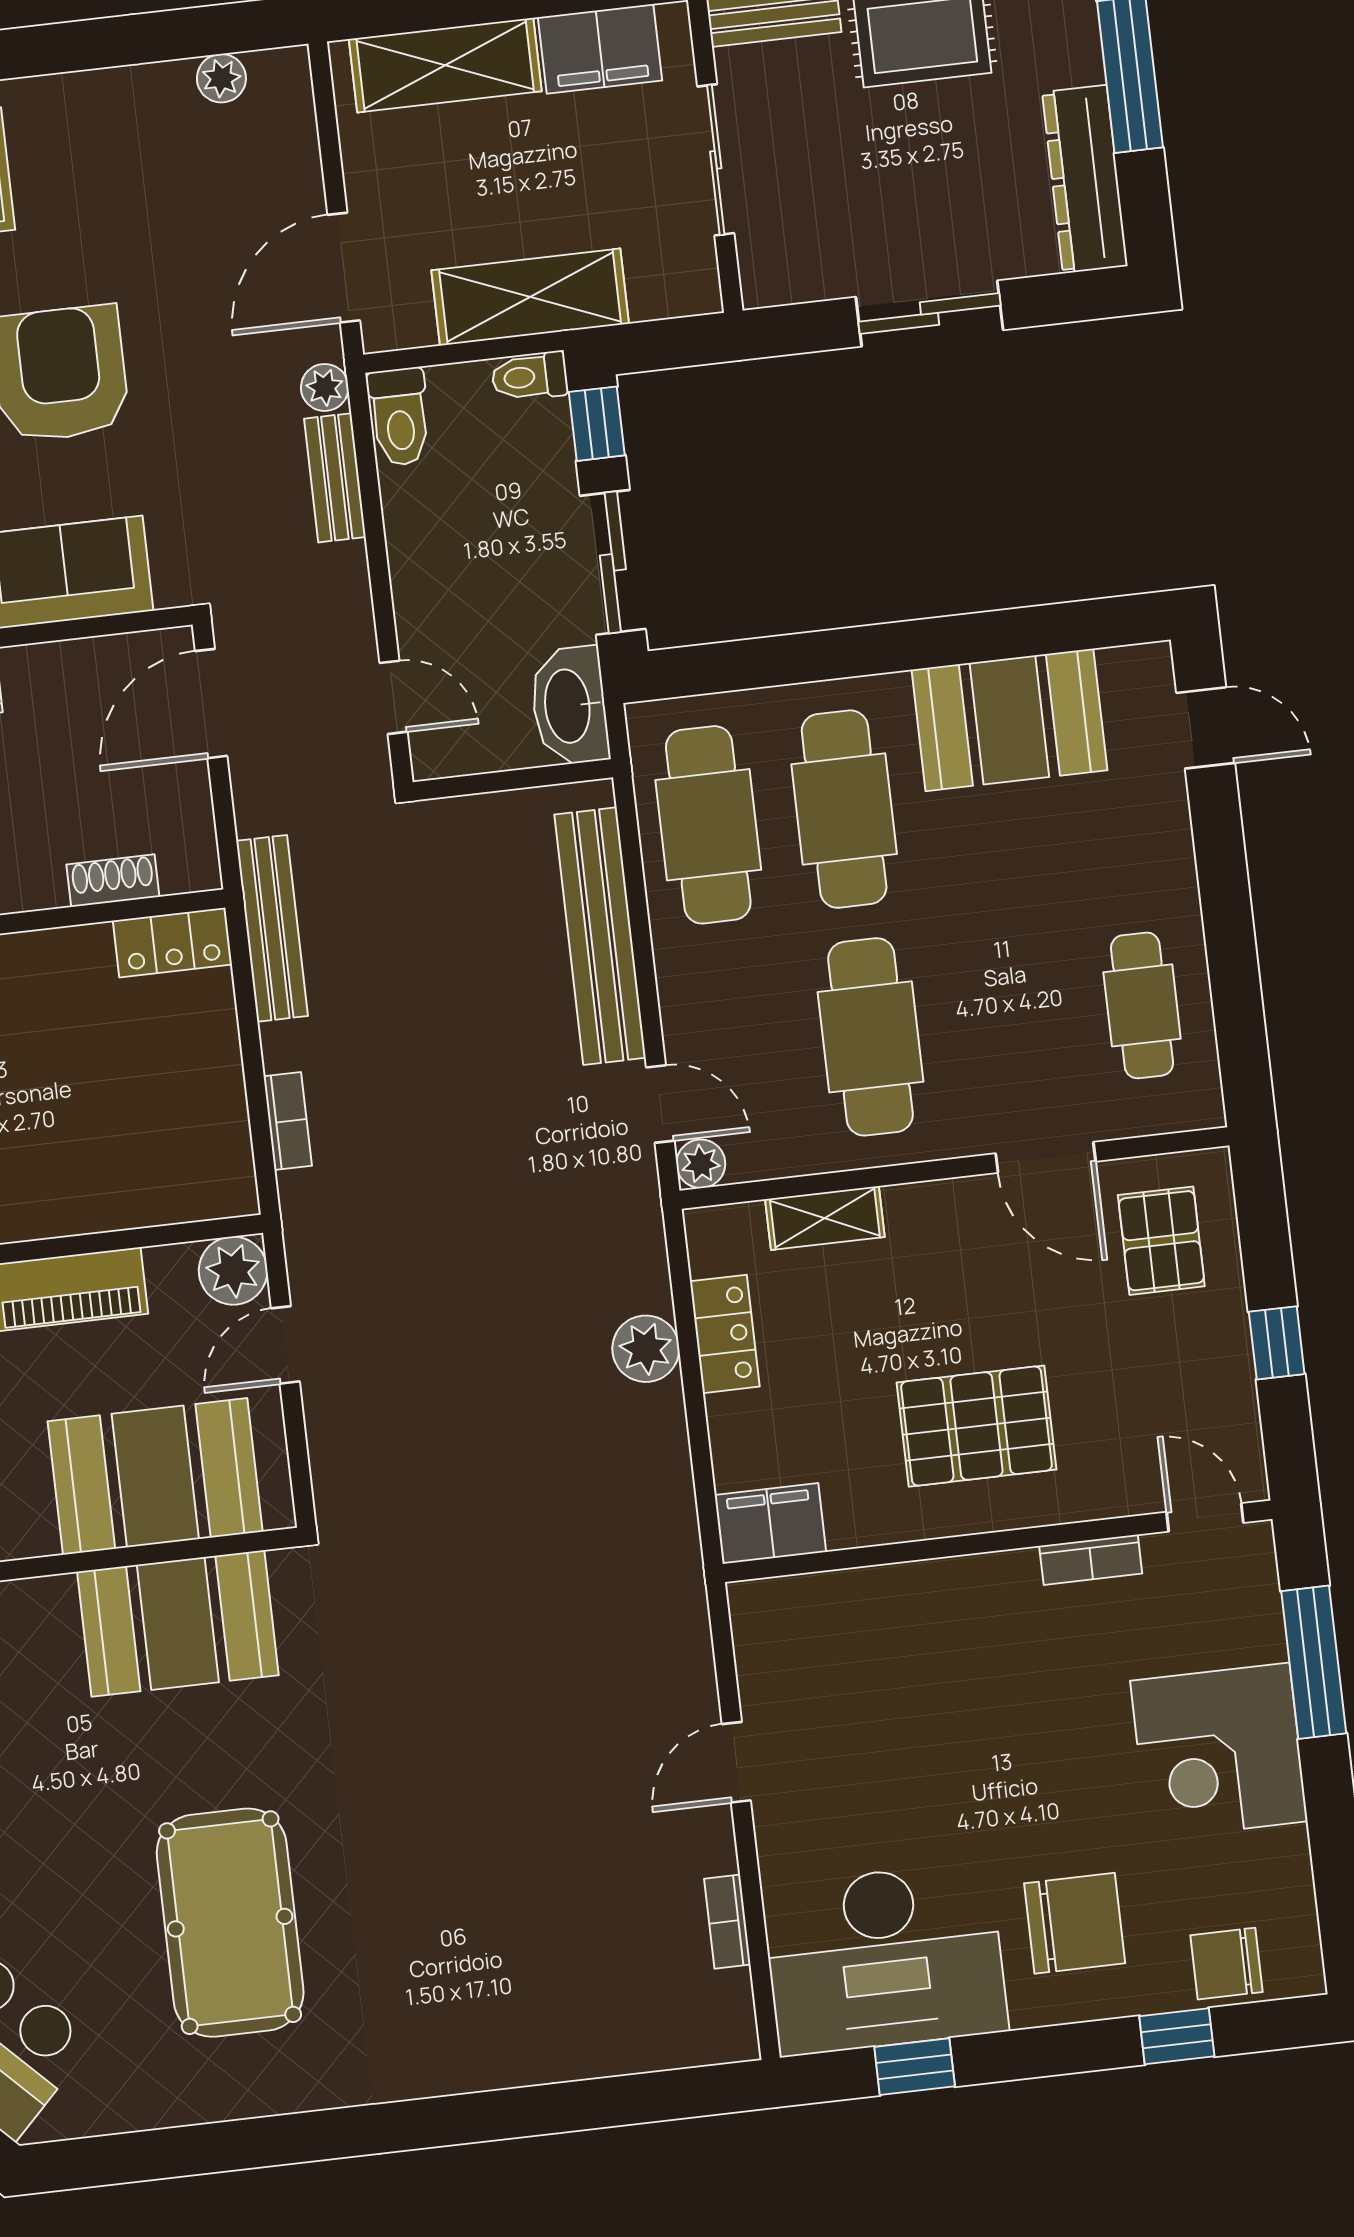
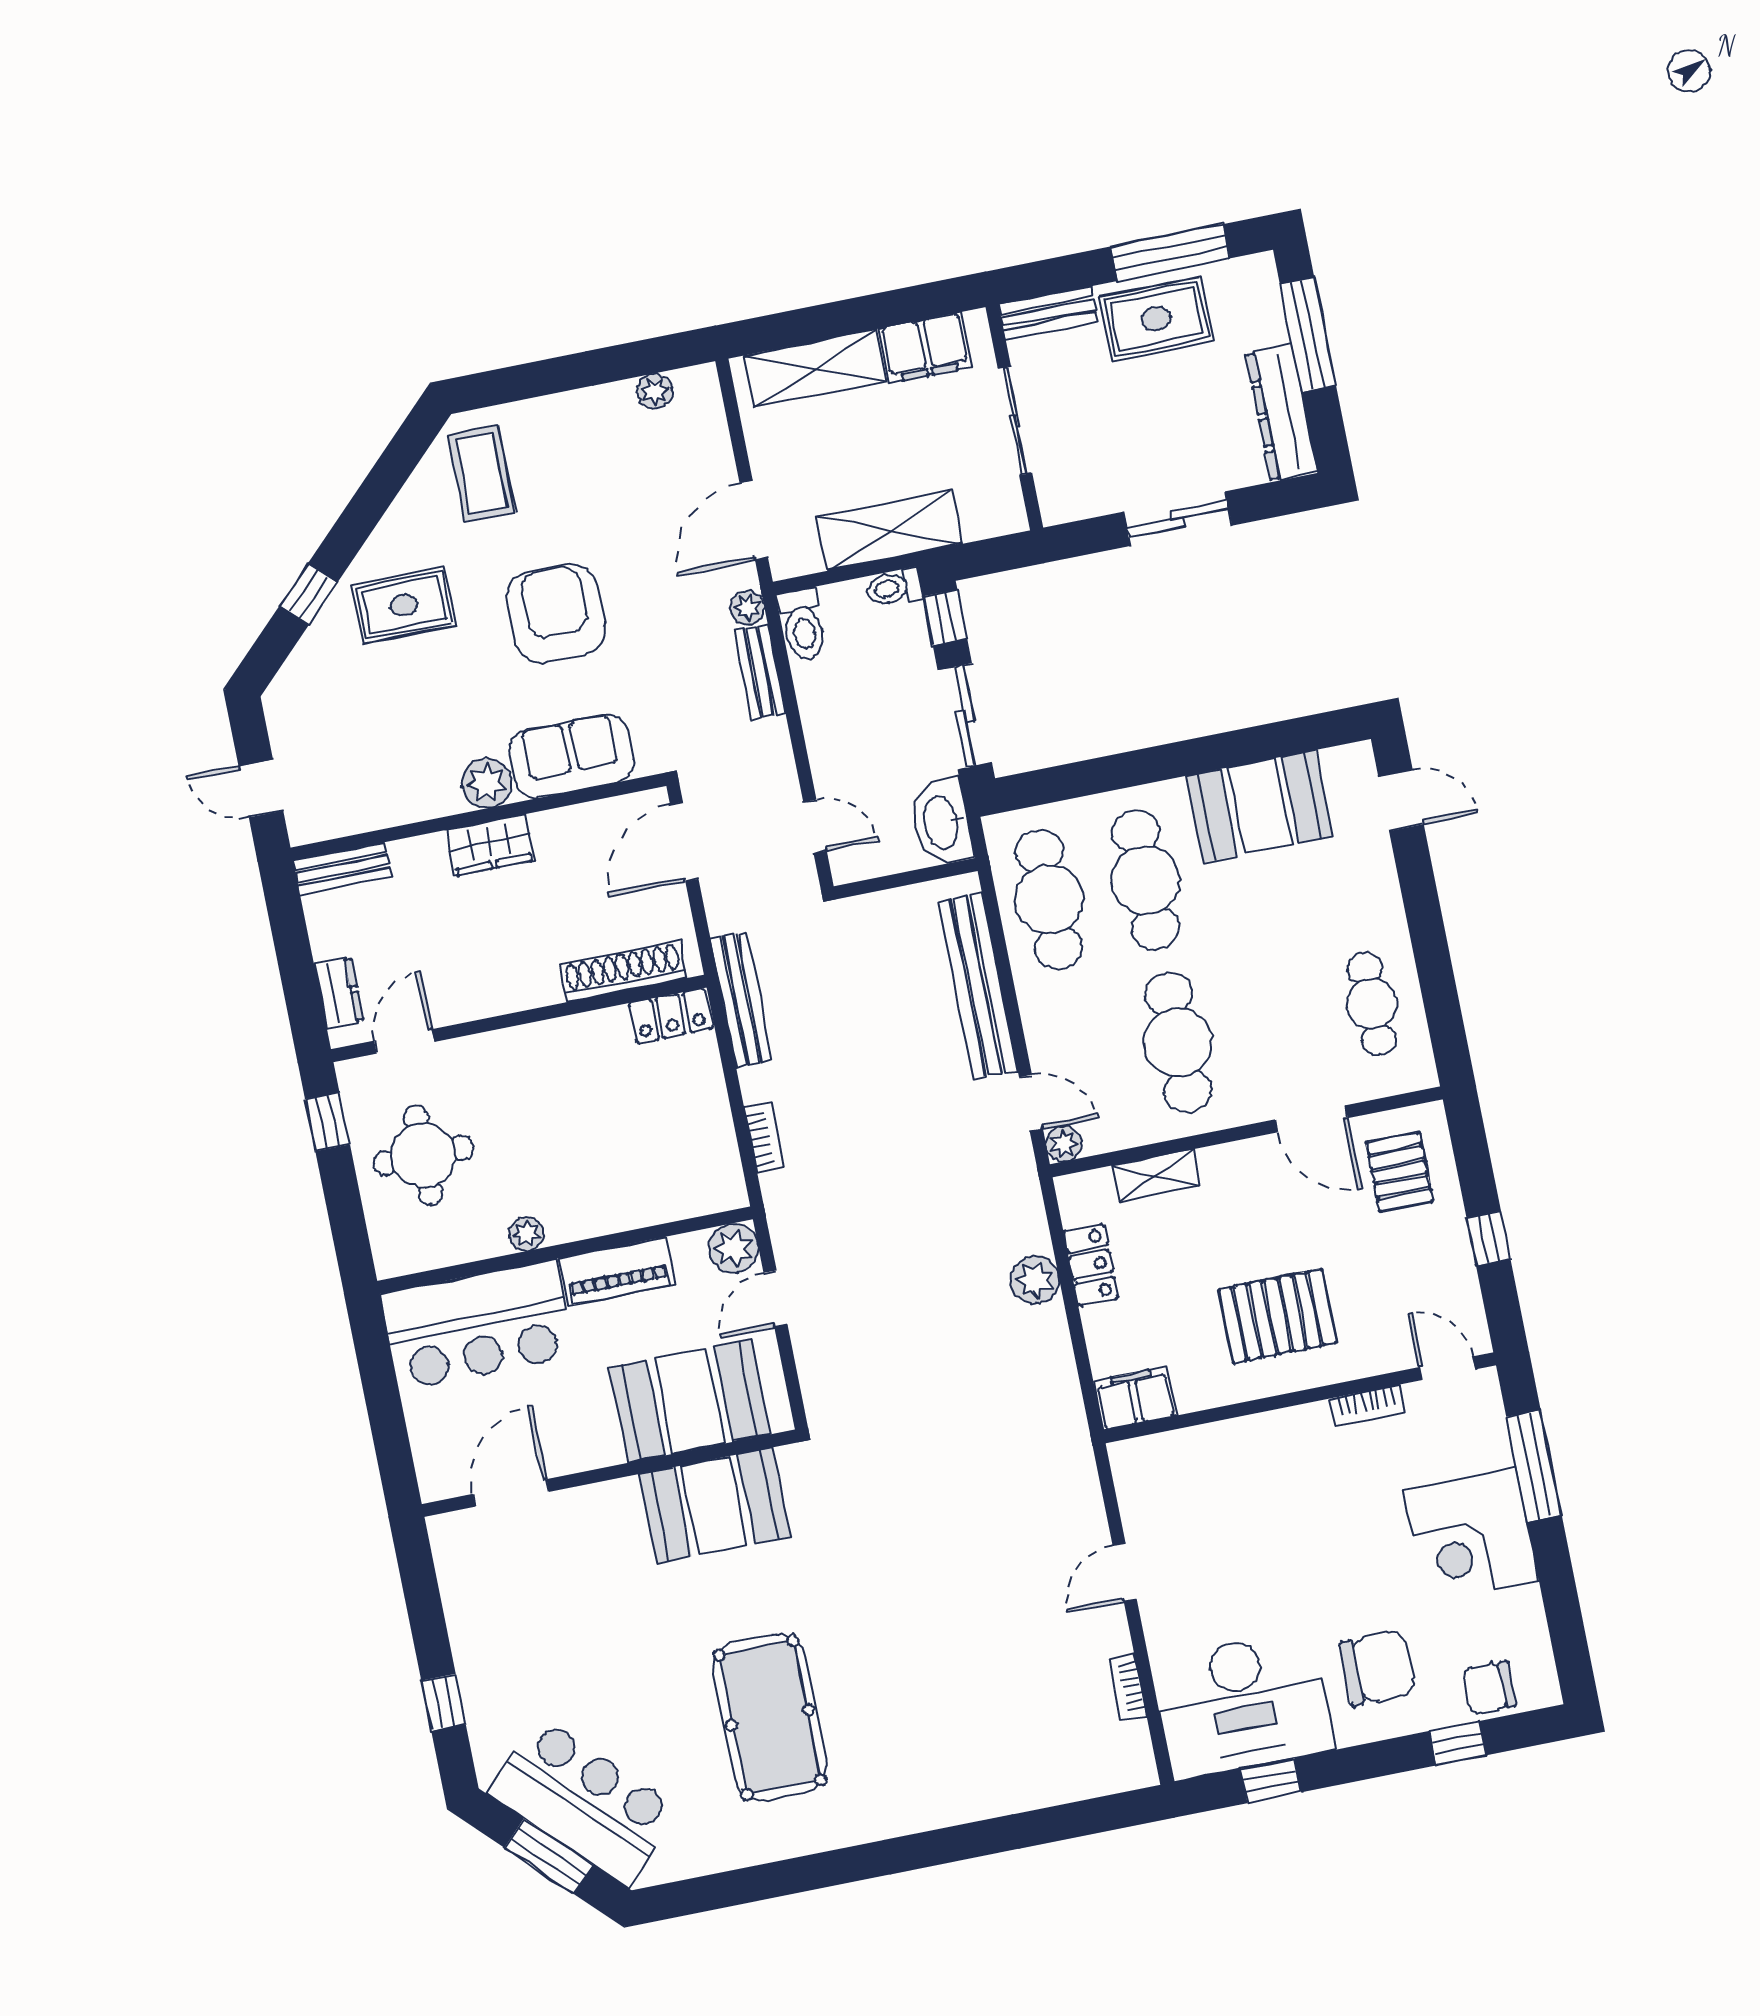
shoe rack: (113, 881) -> (623, 971), width x1.94, depth x1.24

